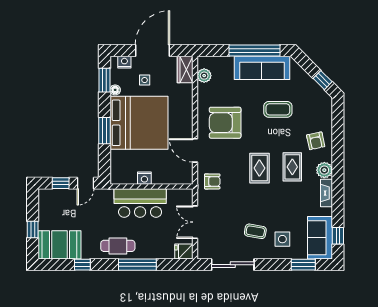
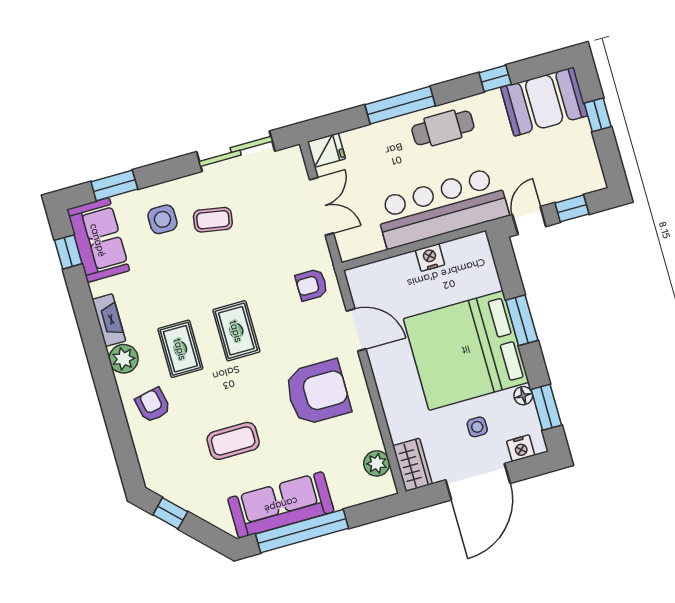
bar counter: (140, 203) -> (442, 208), width x1.36

